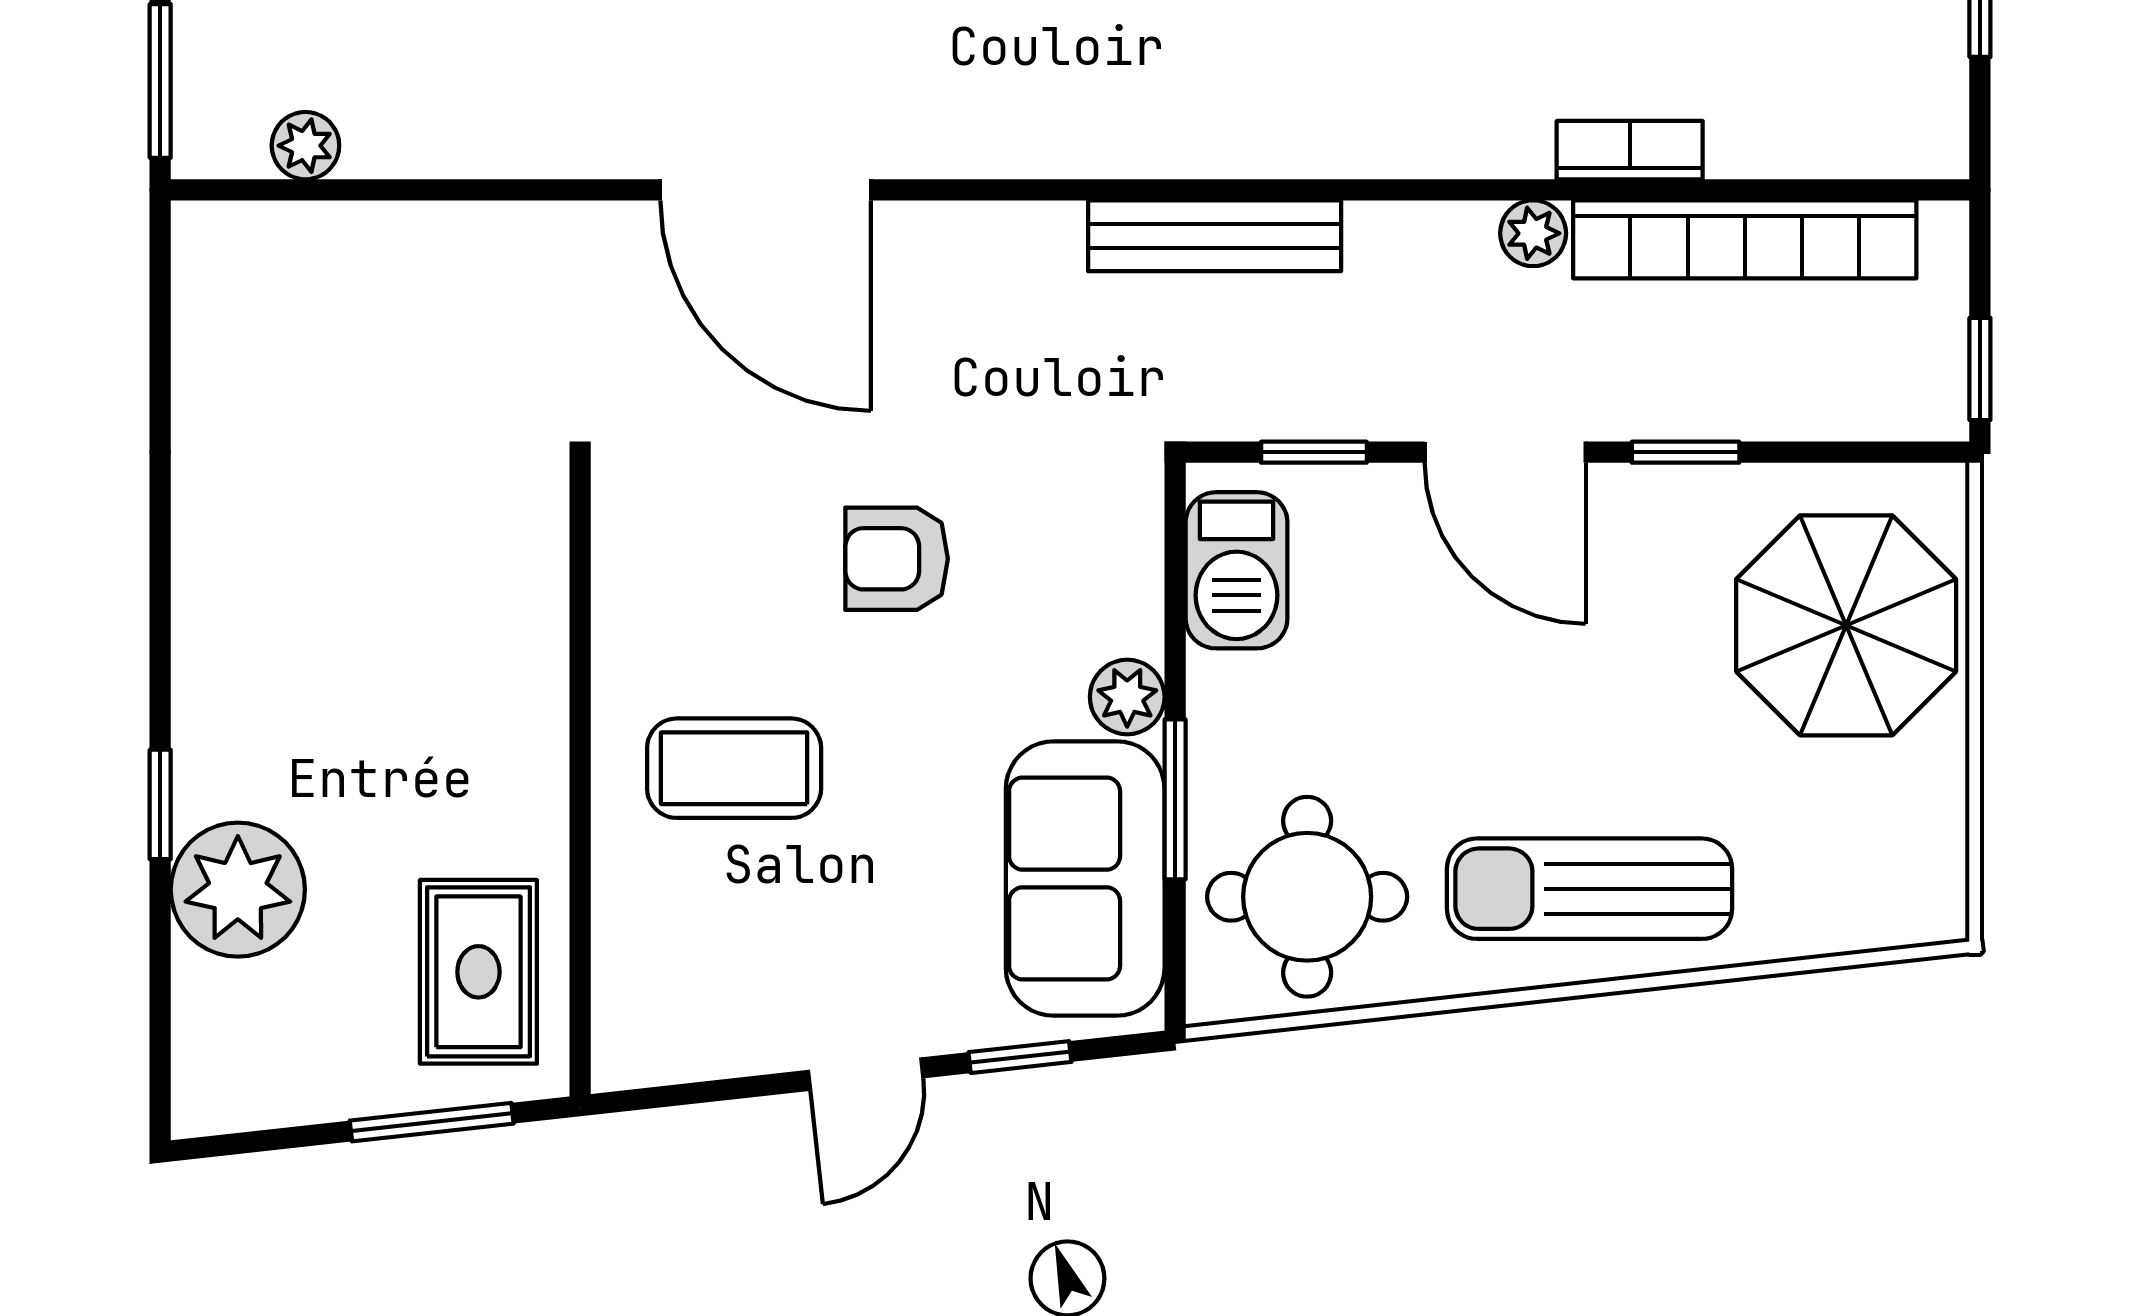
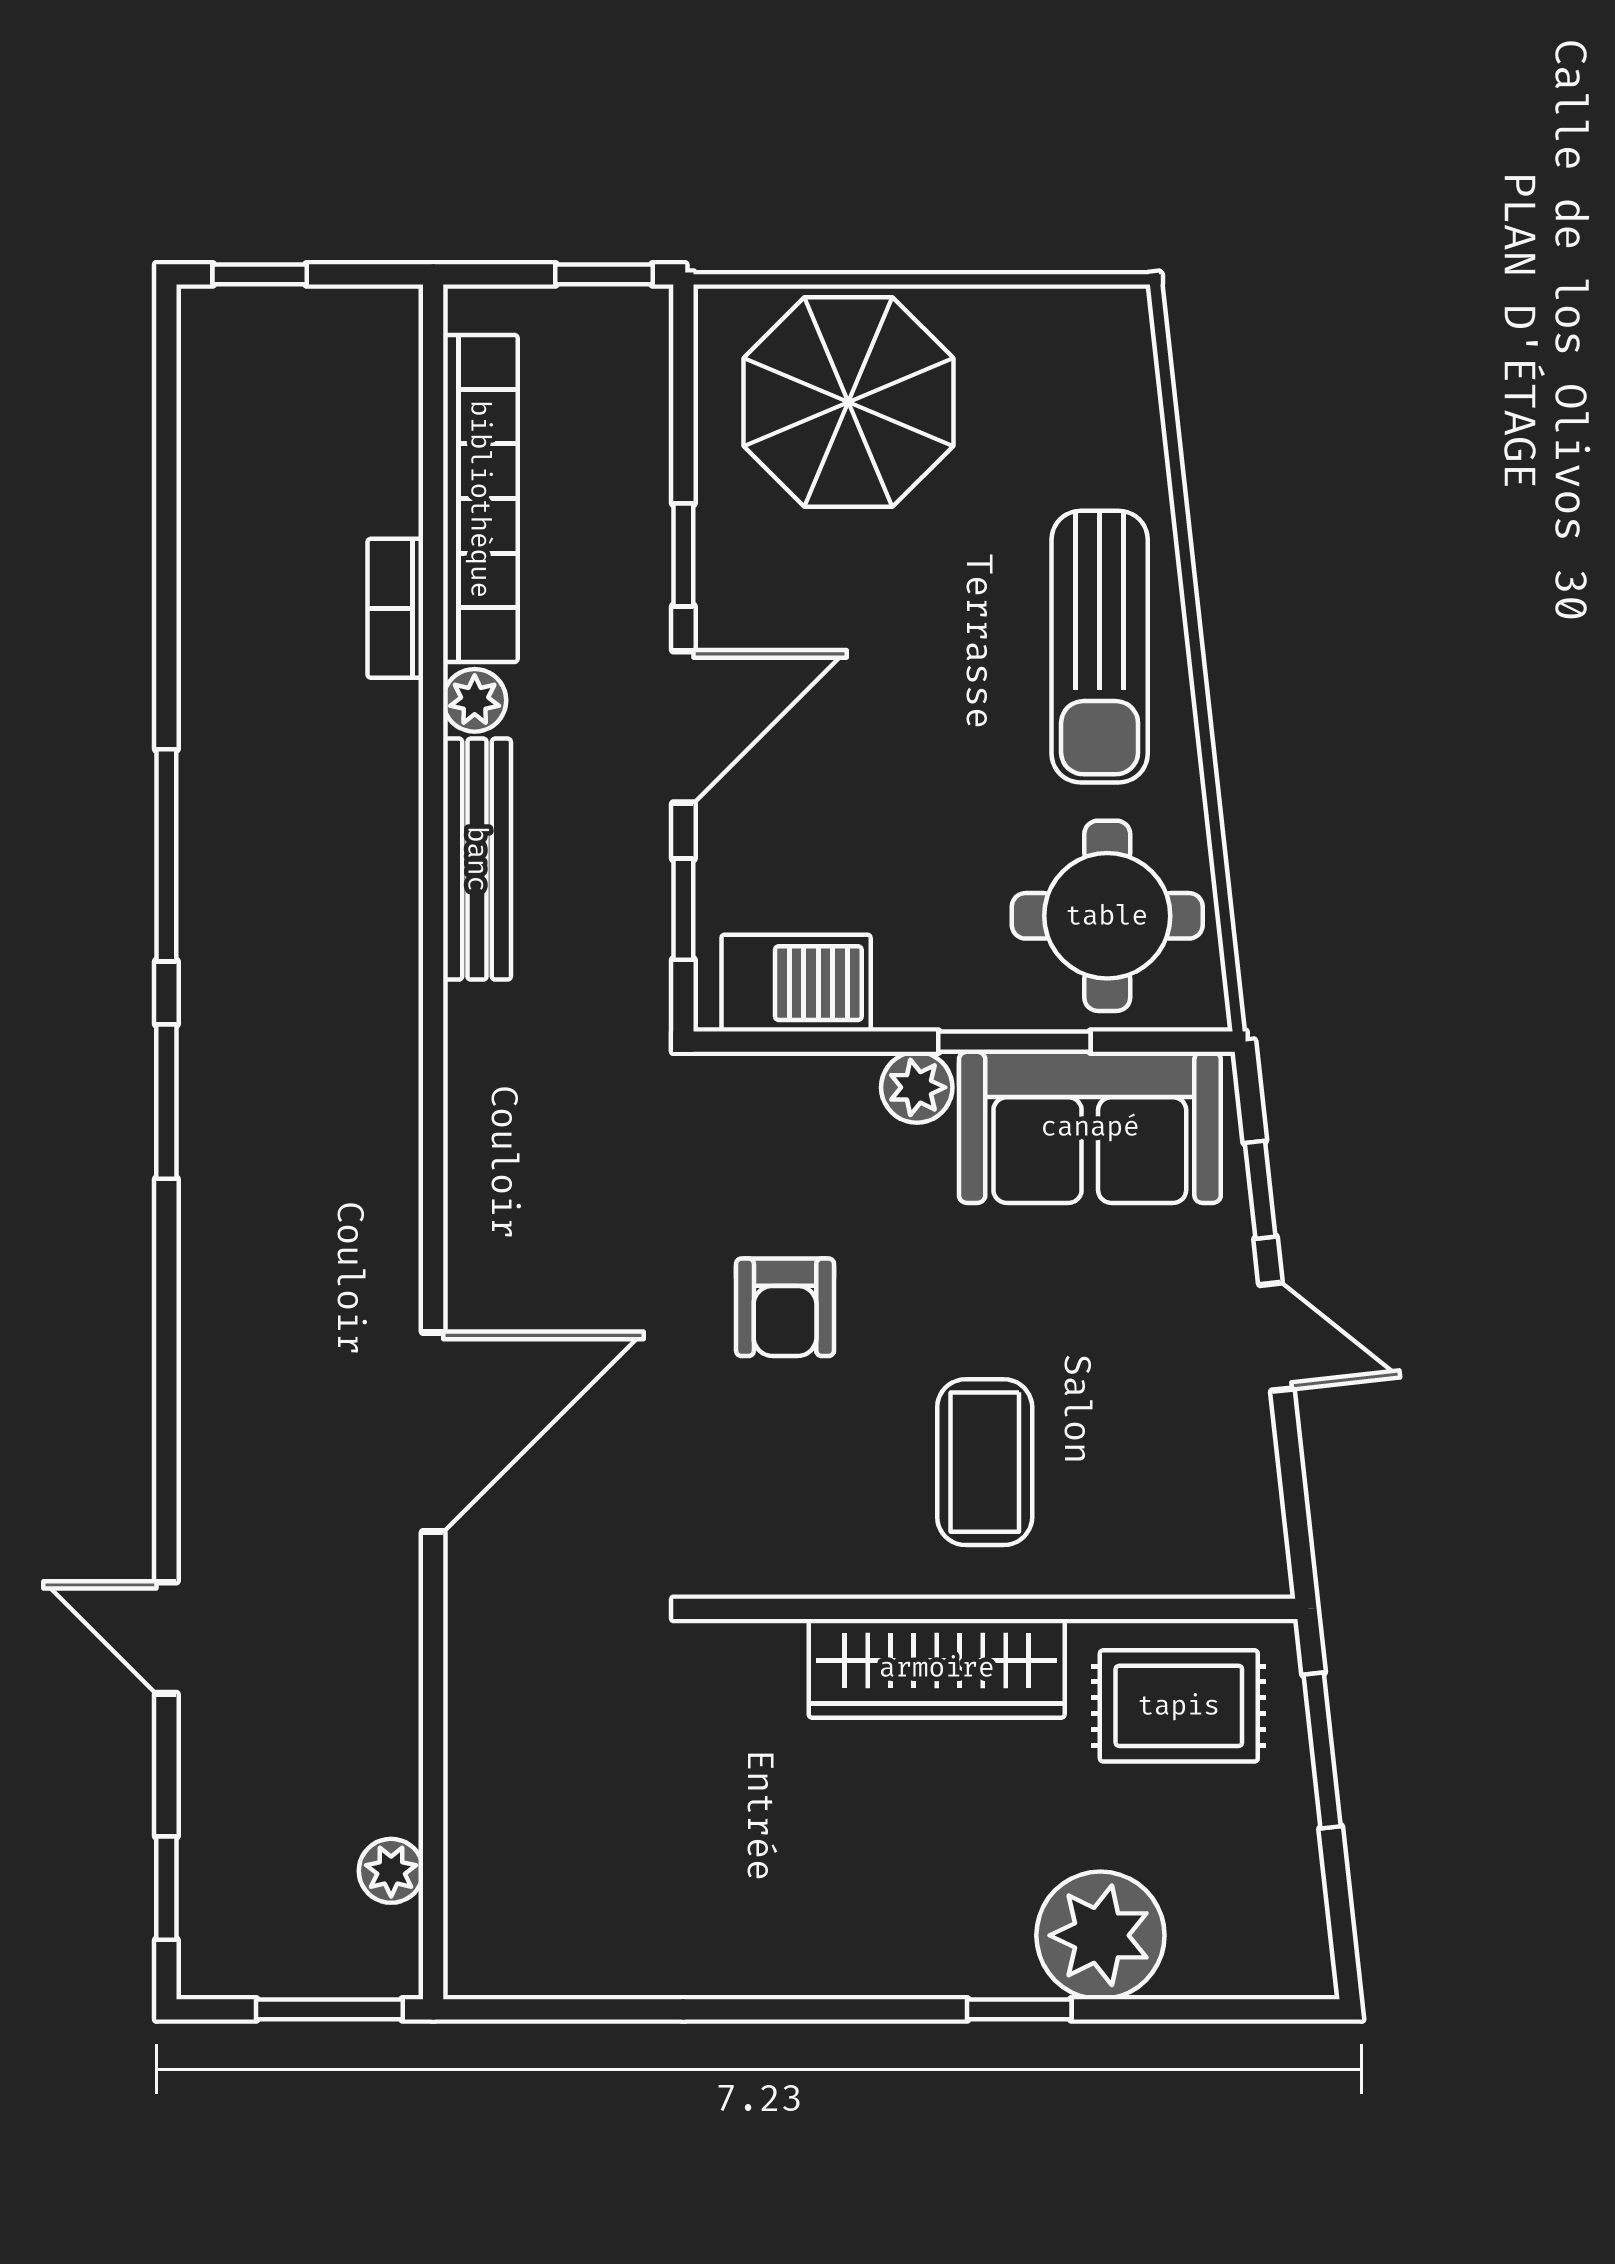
bench: (1215, 236) -> (477, 859), moved
wardrobe: (518, 718) -> (937, 1668), added

